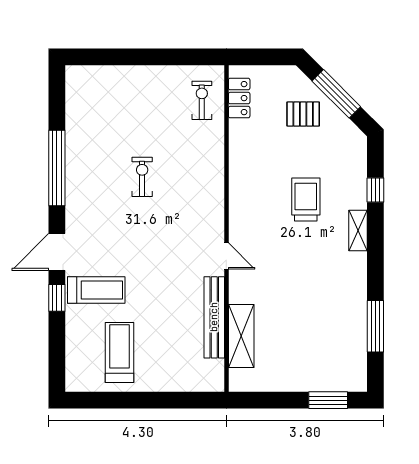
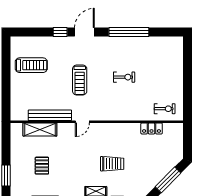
locker: (239, 98) -> (152, 128), moved
pallet: (303, 114) -> (42, 166), moved
door: (57, 252) -> (84, 32), hinge flipped
treadmill: (96, 290) -> (80, 80), moved

